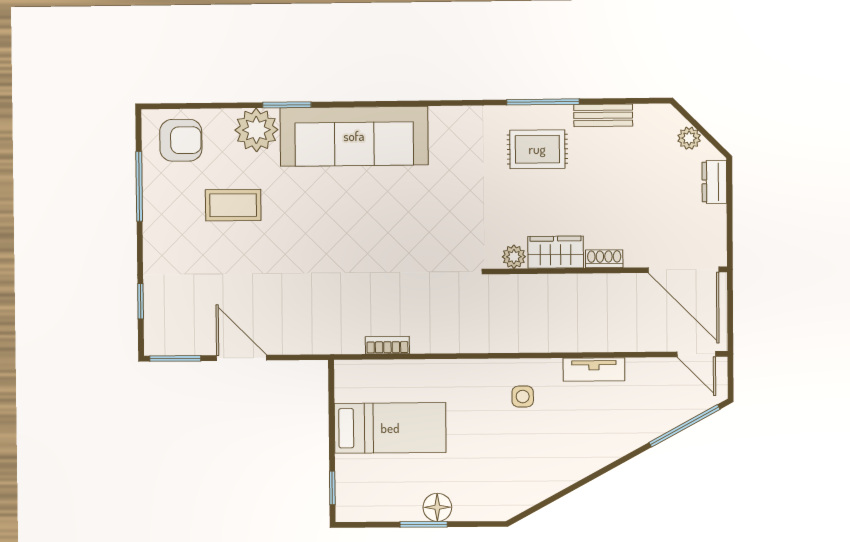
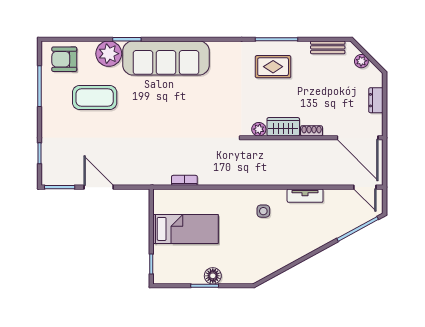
bench: (603, 115) -> (328, 47), moved
armchair: (181, 140) -> (64, 59), turned 180
dresser: (714, 182) -> (376, 100), moved
coffee table: (233, 205) -> (95, 98), width x1.36, depth x1.32

